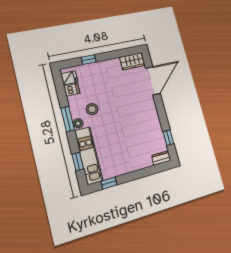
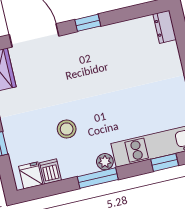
stool: (92, 109) -> (67, 129), moved
window: (168, 138) -> (88, 23), moved

